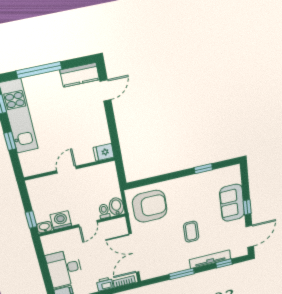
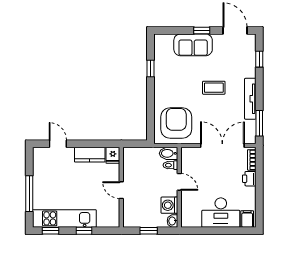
kitchen counter: (80, 75) -> (90, 155), moved, turned 90
window: (31, 220) -> (149, 231), moved
double door: (134, 253) -> (222, 145), swing flipped
tv unit: (210, 259) -> (250, 99), moved
window: (182, 274) -> (259, 123), moved

